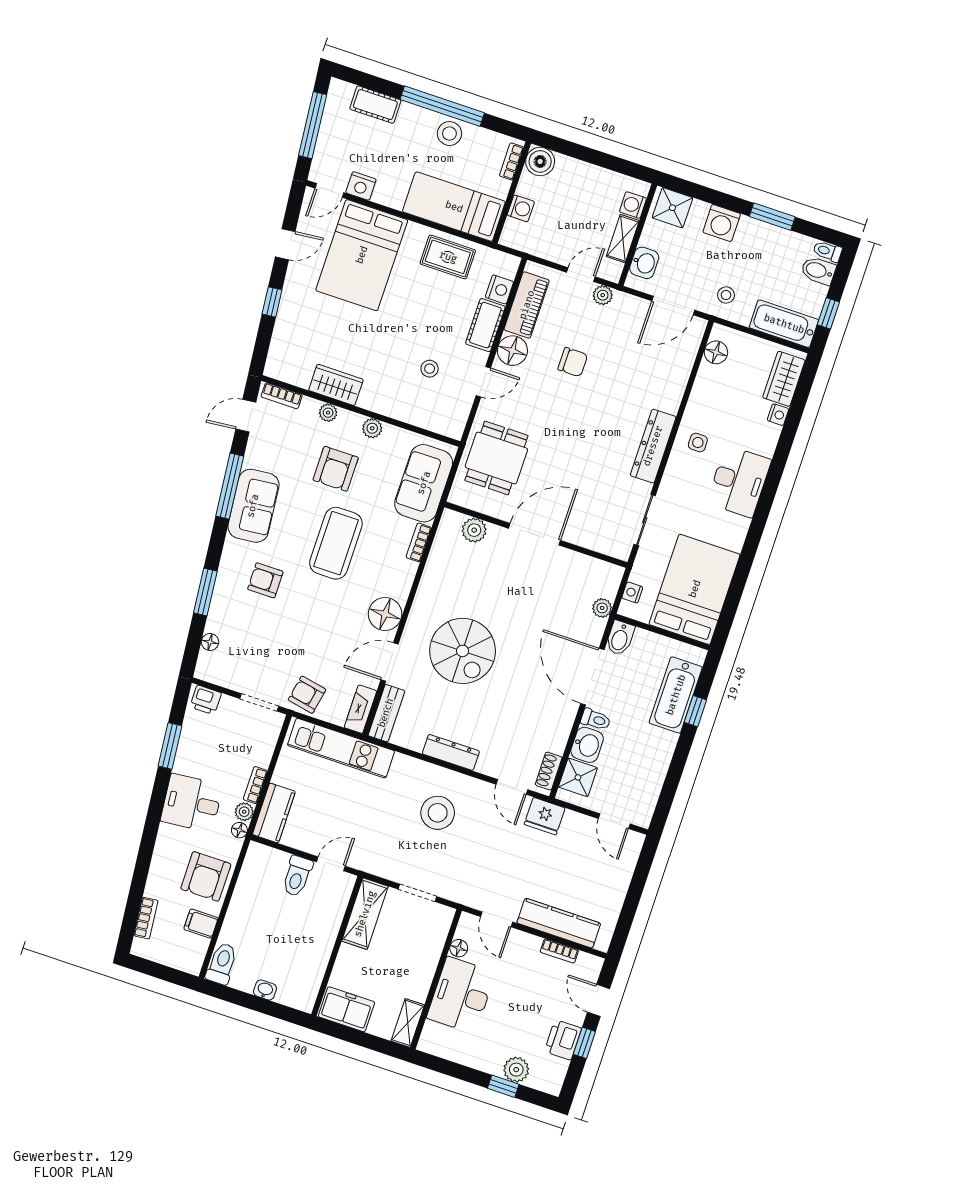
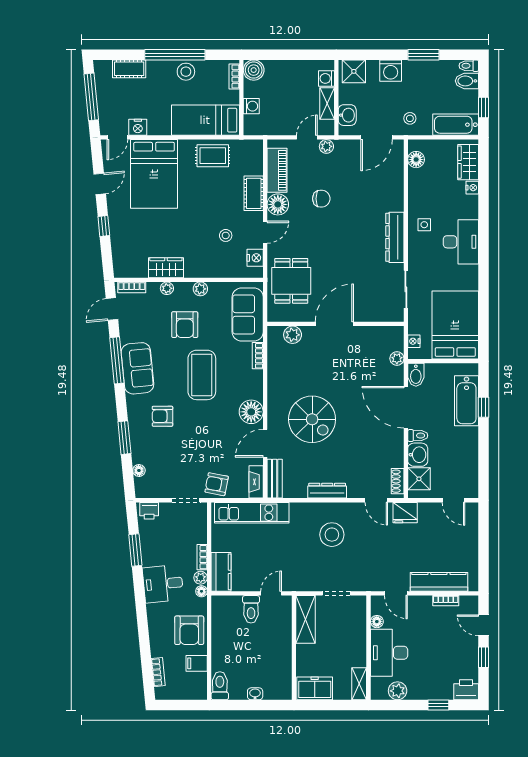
nightstand: (499, 289) -> (255, 258), moved
printer: (563, 1040) -> (466, 690), moved, turned 90
plant: (516, 1070) -> (398, 691), moved

